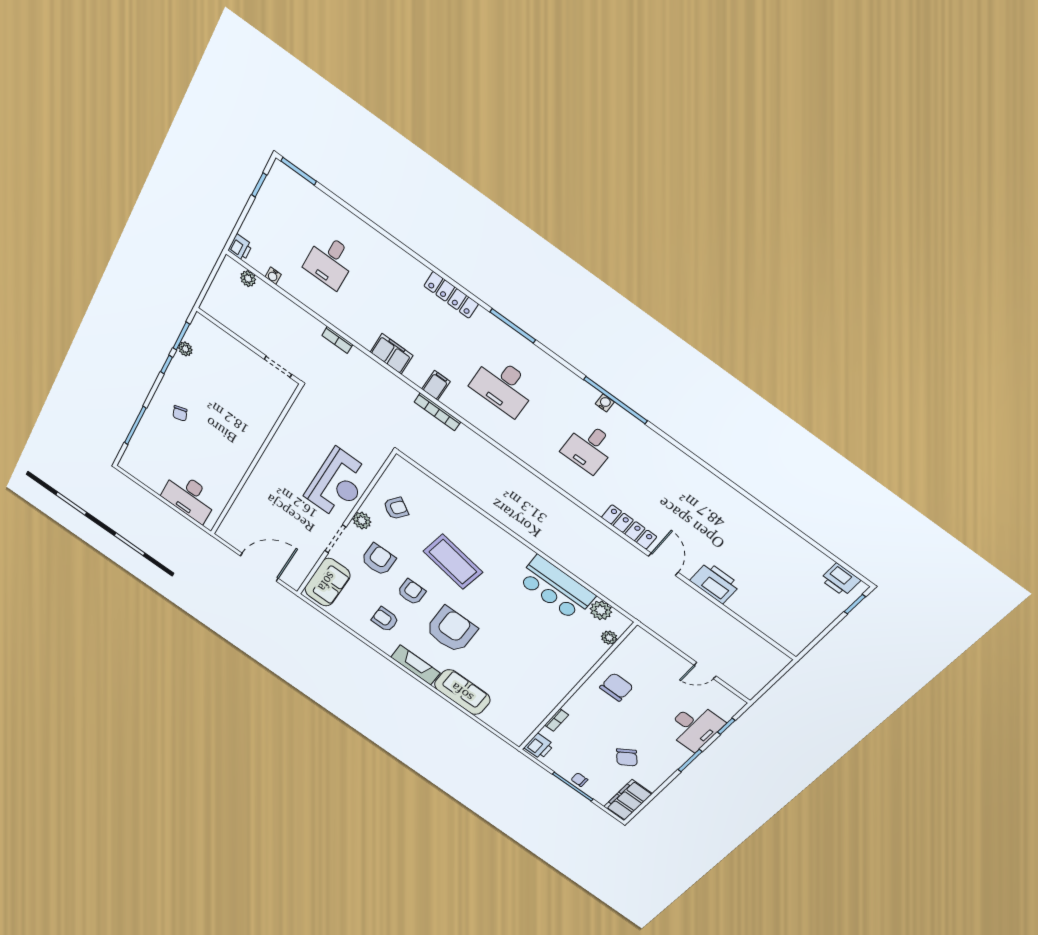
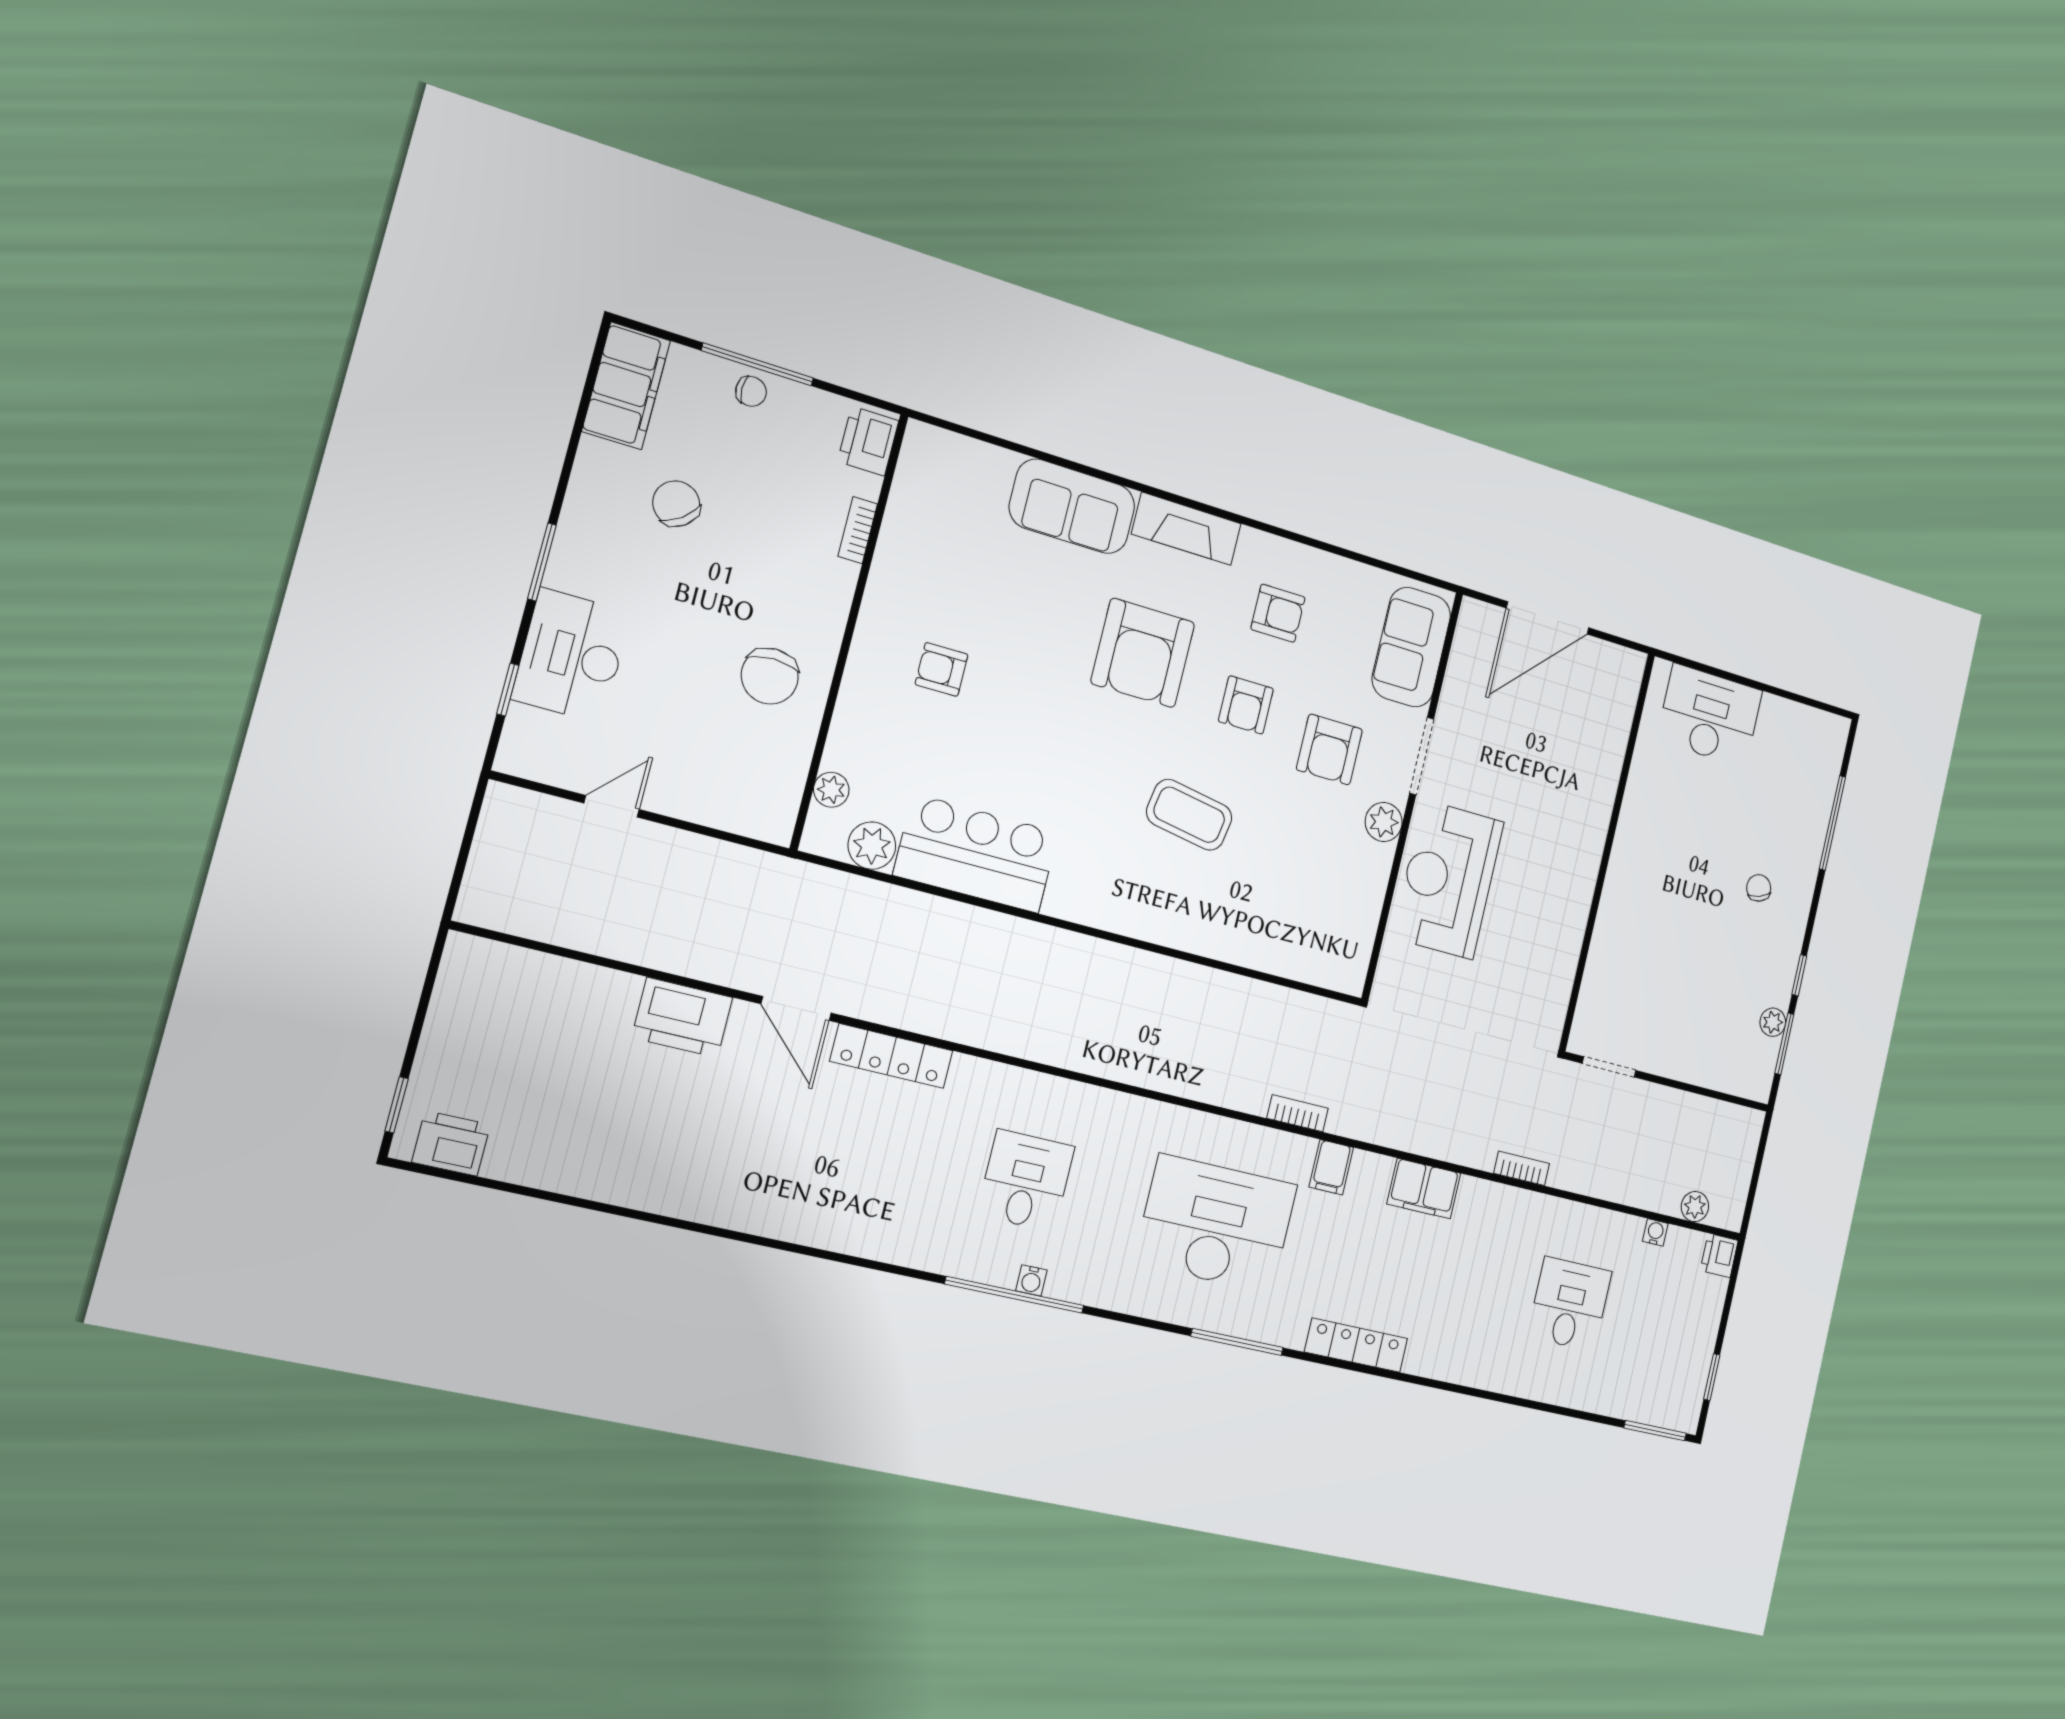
desk: (503, 386) -> (1216, 1224), width x1.36, depth x1.30
bookcase: (437, 412) -> (1298, 1113), width x0.64
armchair: (396, 508) -> (942, 669), moved, turned 55
coffee table: (453, 562) -> (1189, 815), width x0.73, depth x0.76

